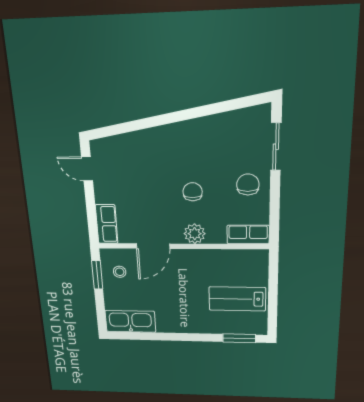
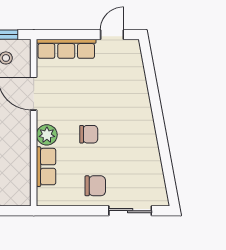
row of seats: (107, 224) -> (66, 49), width x1.48
row of seats: (248, 235) -> (46, 167), moved

